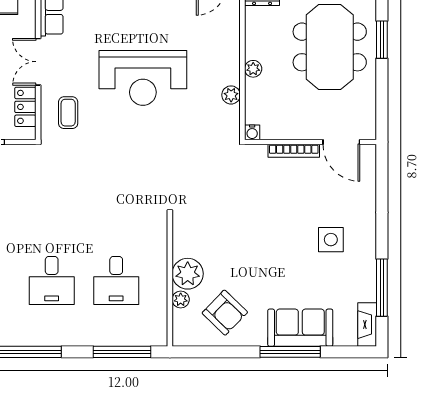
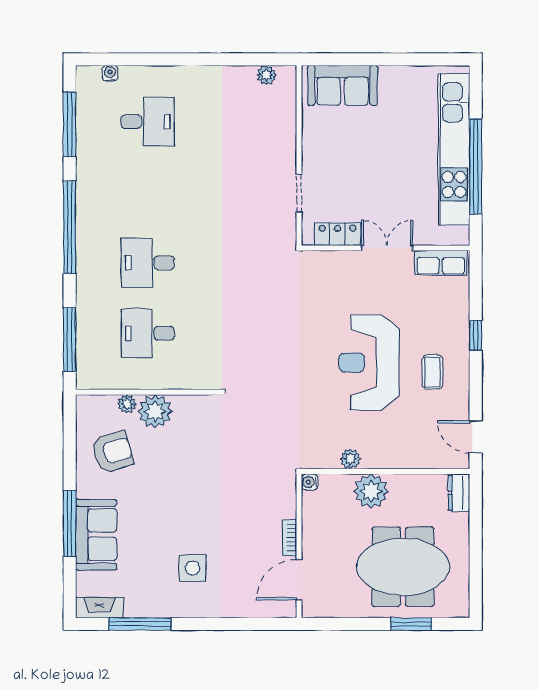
plant: (253, 69) -> (371, 491), width x1.88, depth x1.88
coffee table: (68, 113) -> (433, 372), moved, turned 90
bookcase: (294, 151) -> (289, 538), width x0.64
armchair: (225, 313) -> (113, 452), turned -151

